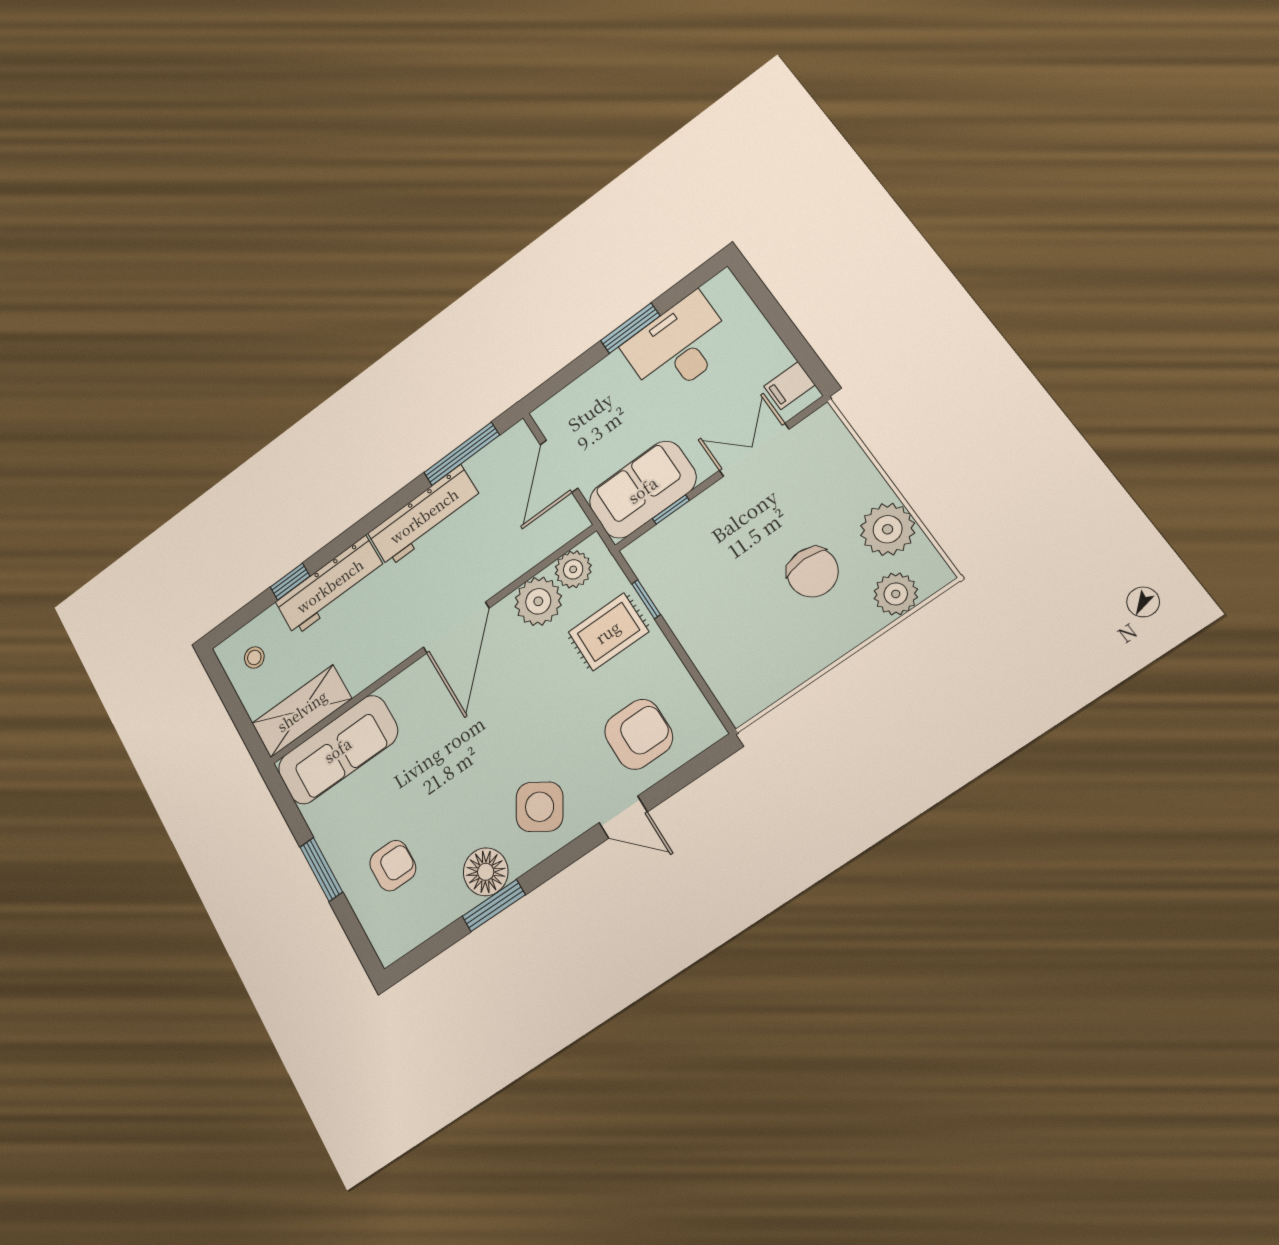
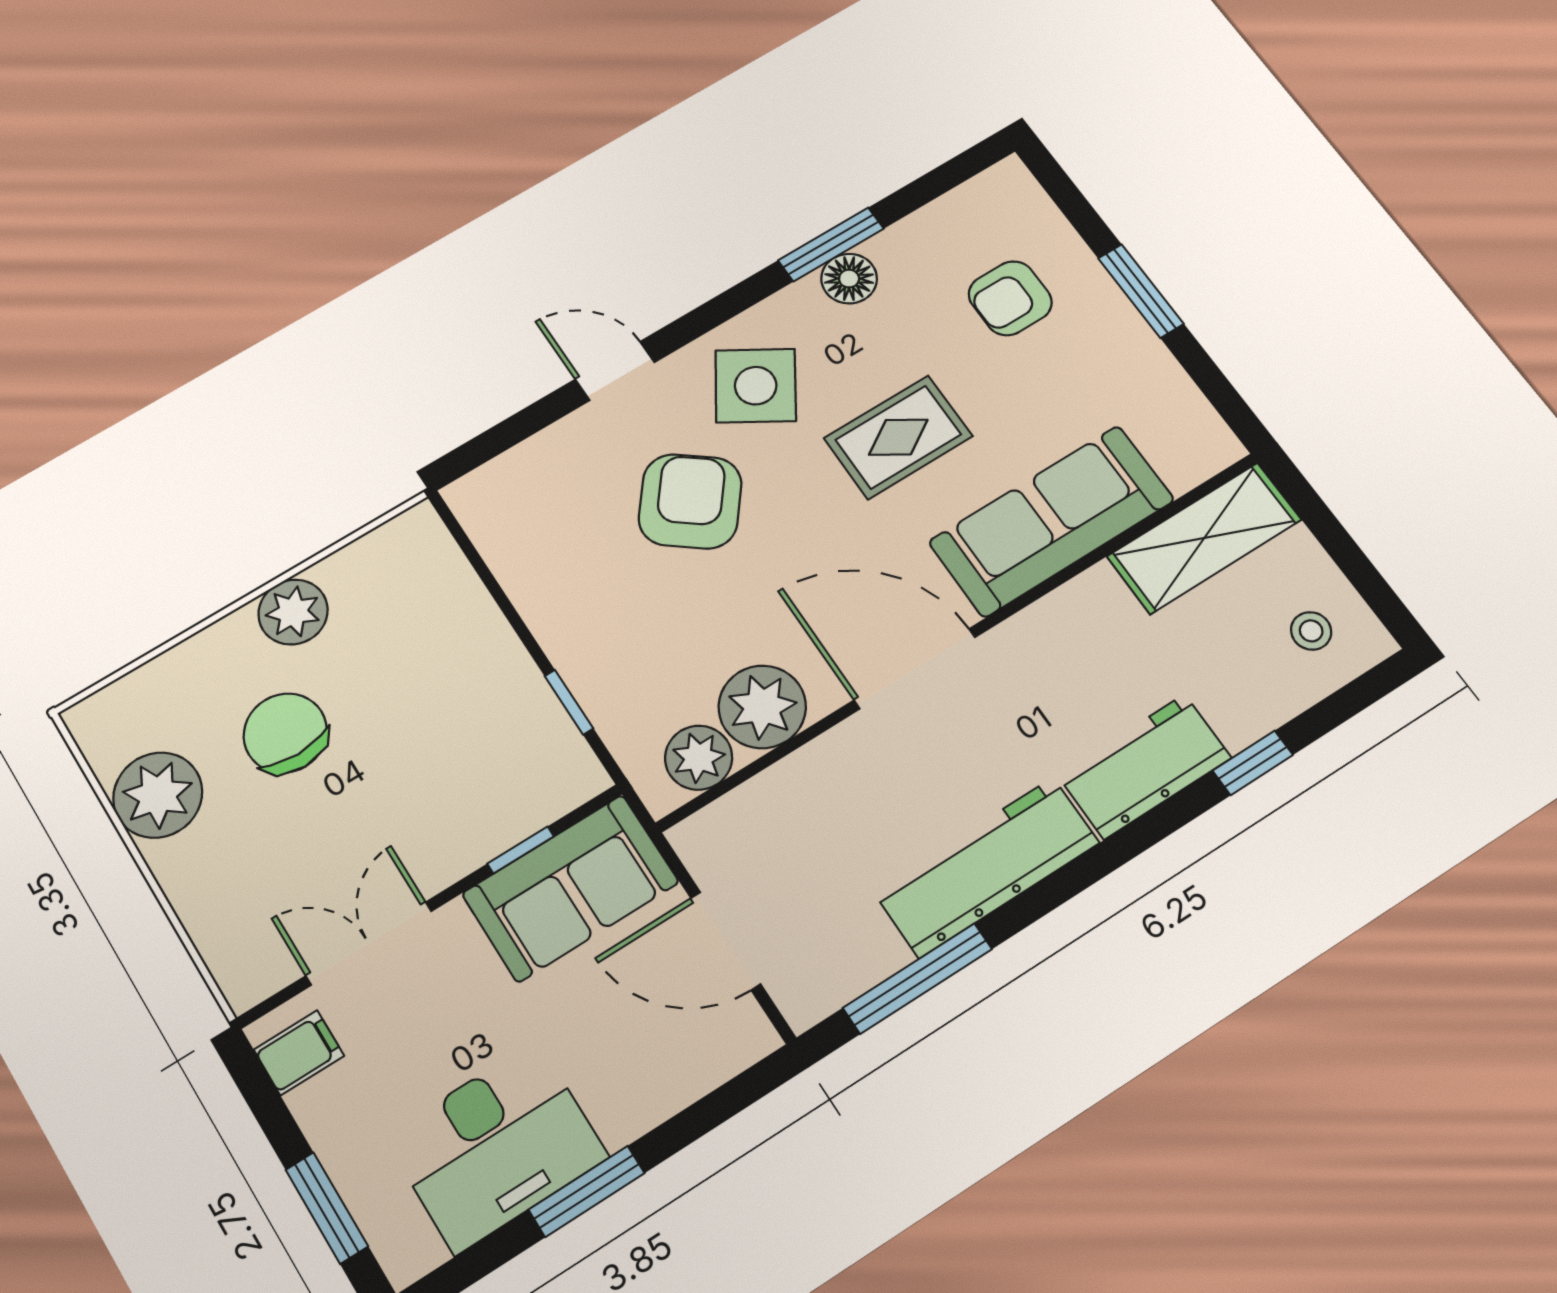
window: (768, 305) -> (327, 1208), added
double door: (754, 450) -> (369, 943), swing flipped
door: (559, 466) -> (726, 941), swing flipped
workbench: (330, 586) -> (1145, 766), width x0.73
plant: (896, 594) -> (293, 612), moved
door: (456, 628) -> (915, 669), hinge flipped
rug: (608, 632) -> (898, 437), moved
armchair: (639, 734) -> (690, 501), moved, turned 128
sofa: (338, 750) -> (1052, 521), moved
floor lamp: (486, 872) -> (849, 279), width x0.73, depth x0.73

